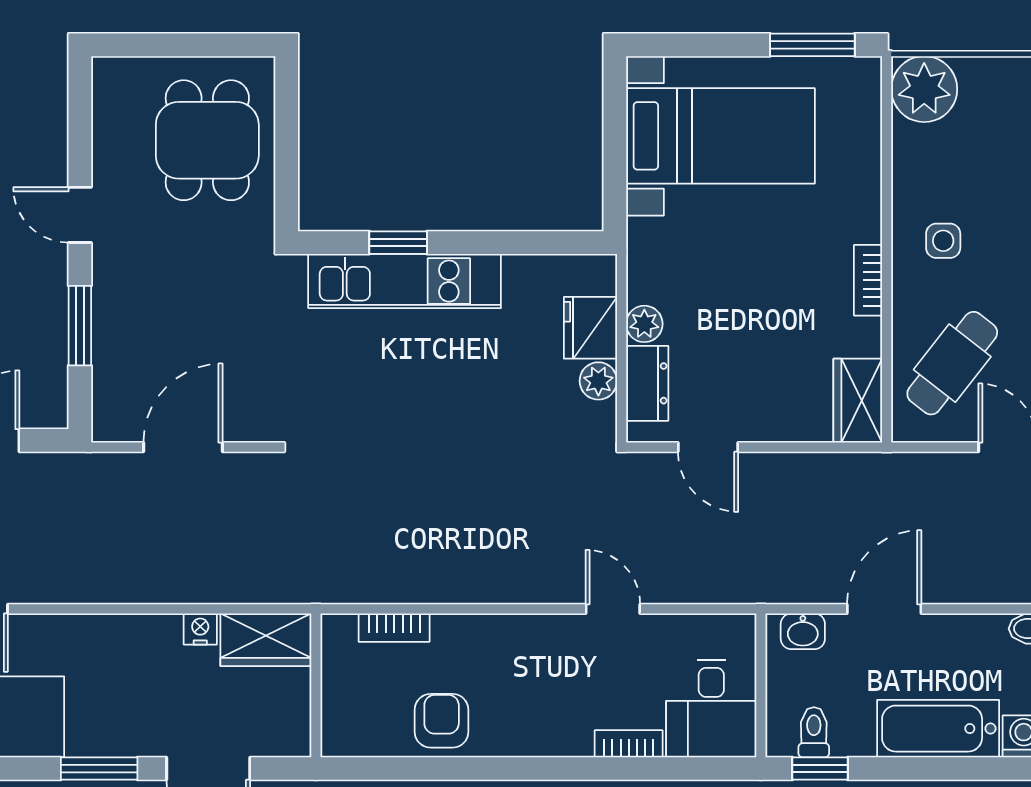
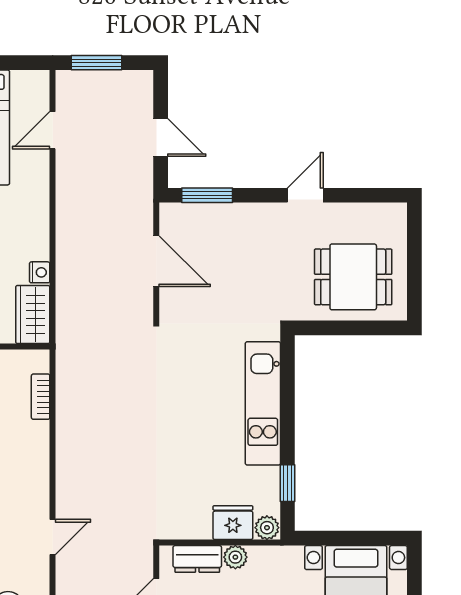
window: (398, 243) -> (287, 483), moved
window: (80, 326) -> (207, 195), moved
plant: (598, 381) -> (267, 528), moved

